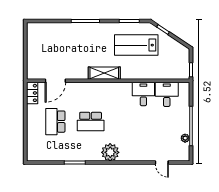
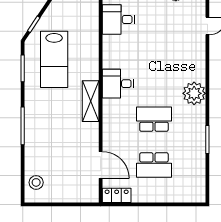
stool: (42, 31) -> (36, 182), added
desk: (143, 94) -> (118, 84), moved
school desk: (91, 122) -> (154, 119), turned -90

